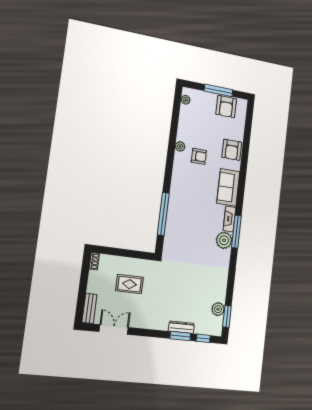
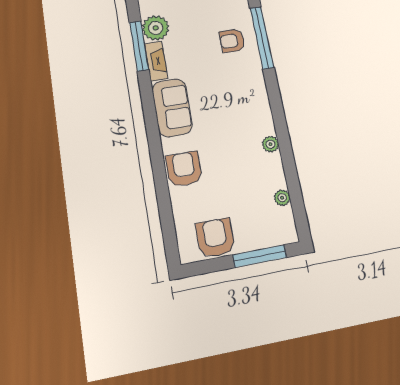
window: (219, 90) -> (260, 256), moved
plant: (186, 100) -> (282, 198), moved
armchair: (199, 156) -> (232, 41), moved

